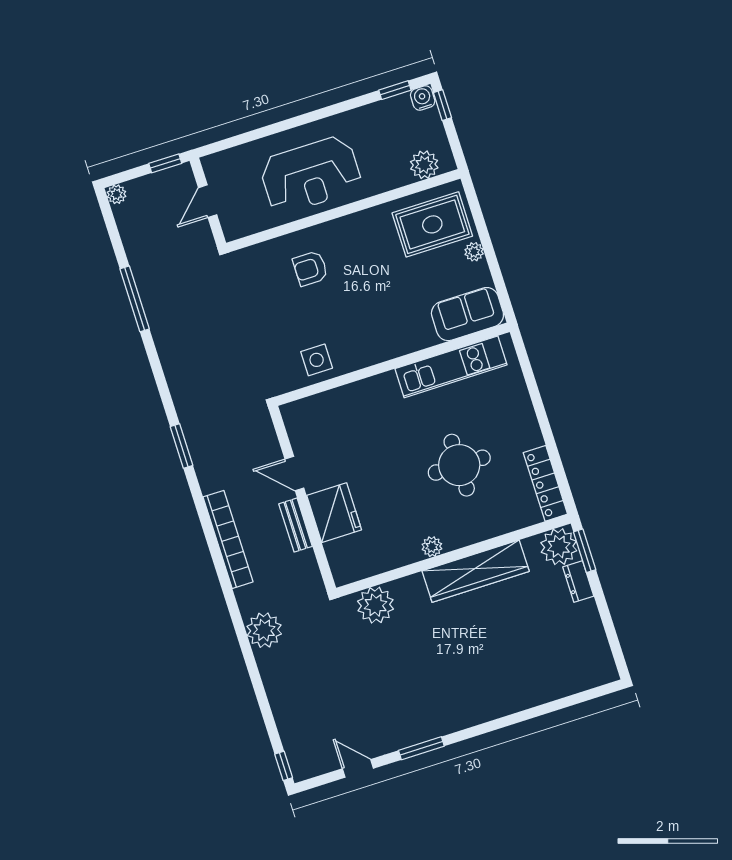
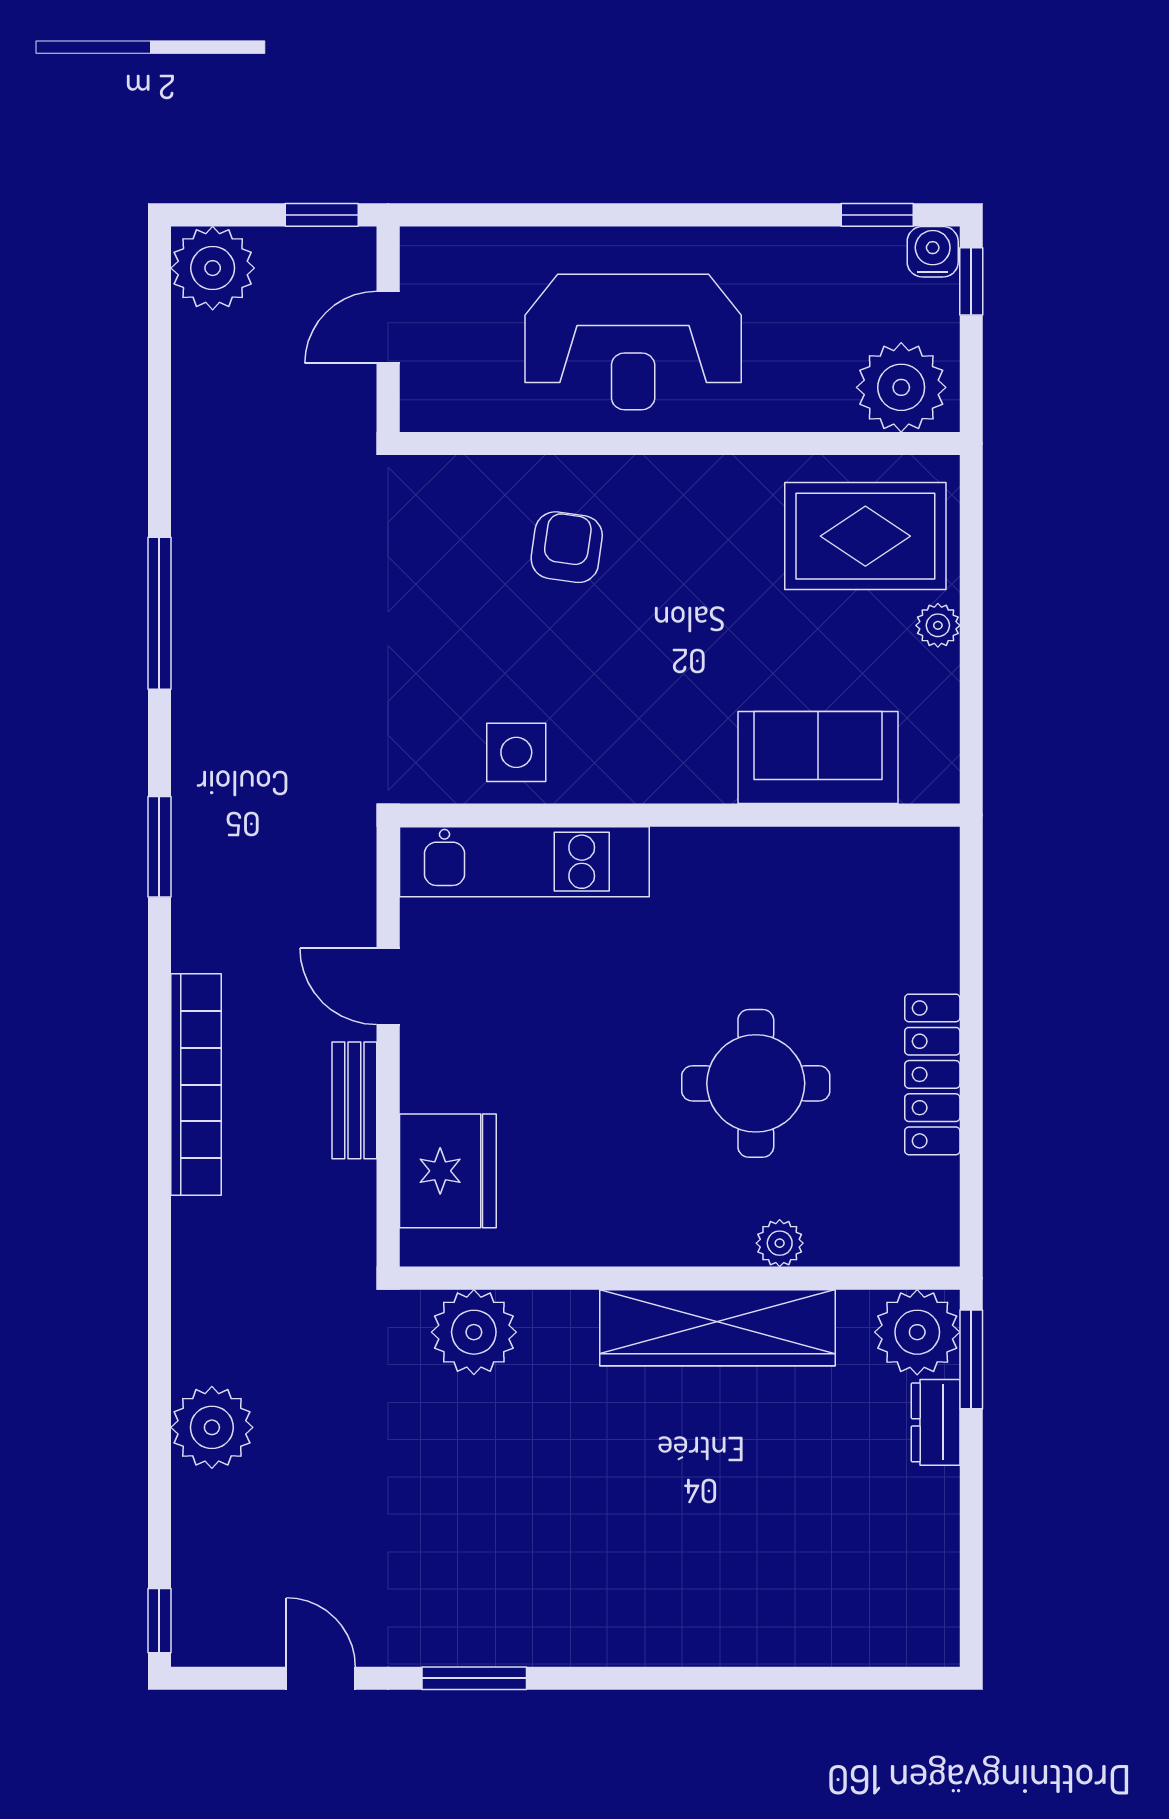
plant: (424, 165) -> (901, 387), width x1.36, depth x1.36
plant: (117, 194) -> (213, 268), width x1.87, depth x1.87
armchair: (310, 268) -> (567, 547), turned 98
window: (135, 299) -> (159, 613), moved
sofa: (467, 314) -> (818, 758), moved
kitchen unit: (451, 367) -> (524, 862), moved
locker: (545, 483) -> (932, 1074), moved
fridge: (334, 513) -> (448, 1171), moved
plant: (432, 547) -> (780, 1243), moved
plant: (264, 630) -> (212, 1427), moved

